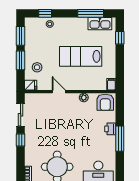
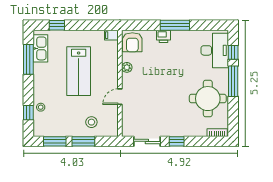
fridge: (31, 85) -> (112, 130), removed
armchair: (105, 102) -> (132, 42), turned 90

